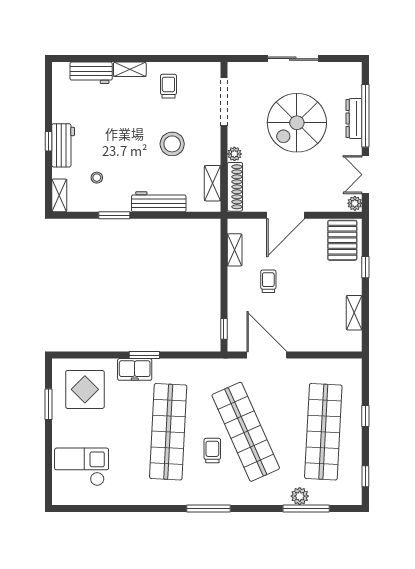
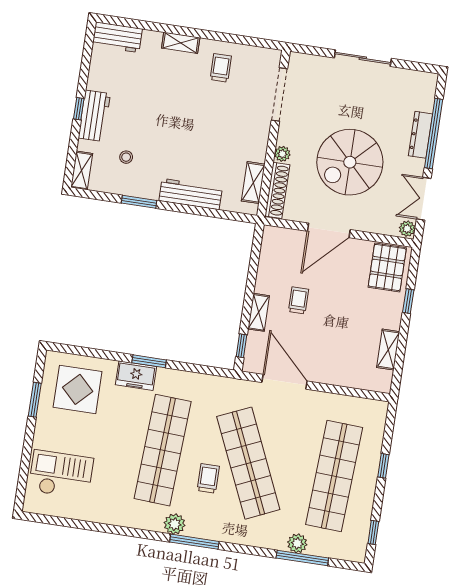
workbench: (91, 73) -> (117, 37), moved
spiral stairs: (297, 123) -> (350, 162), moved
stool: (172, 144) -> (215, 132), removed
shelving: (235, 250) -> (259, 312), moved
plant: (189, 495) -> (175, 524), added

